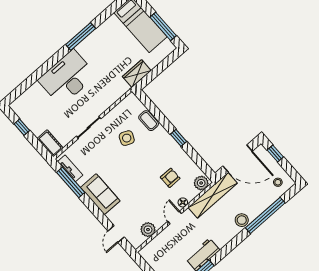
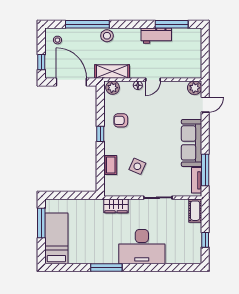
wardrobe: (137, 74) -> (116, 206), moved
armchair: (170, 178) -> (121, 120), moved
sofa: (100, 194) -> (192, 143), width x1.36
shelving: (213, 195) -> (112, 72), width x0.68
plant: (148, 230) -> (195, 88), moved

